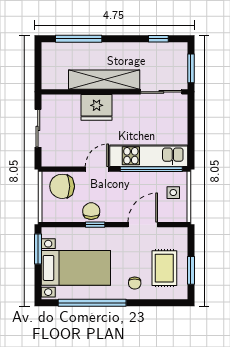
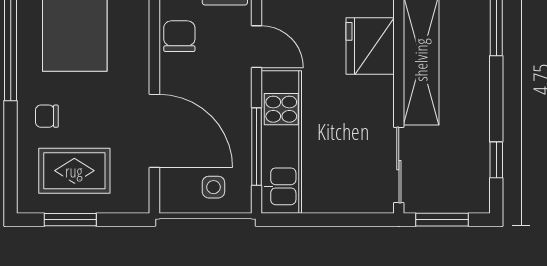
window: (151, 169) -> (256, 147), width x0.68
chair: (91, 211) -> (179, 36), turned -90
window: (95, 225) -> (154, 43), removed
door: (143, 225) -> (154, 131), width x1.36

